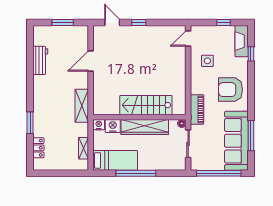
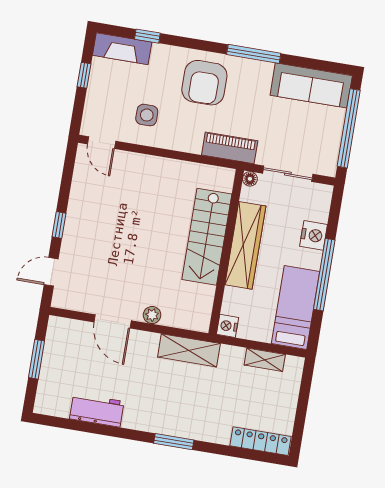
plant: (98, 82) -> (152, 315), added
window: (30, 123) -> (174, 442), moved
nightstand: (113, 126) -> (314, 235), moved, turned 180
window: (251, 136) -> (254, 54), moved
sofa: (236, 141) -> (311, 85), width x0.74, depth x0.79
locker: (38, 148) -> (260, 441), width x1.53

